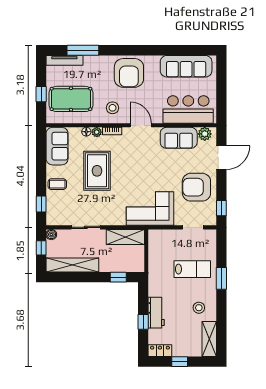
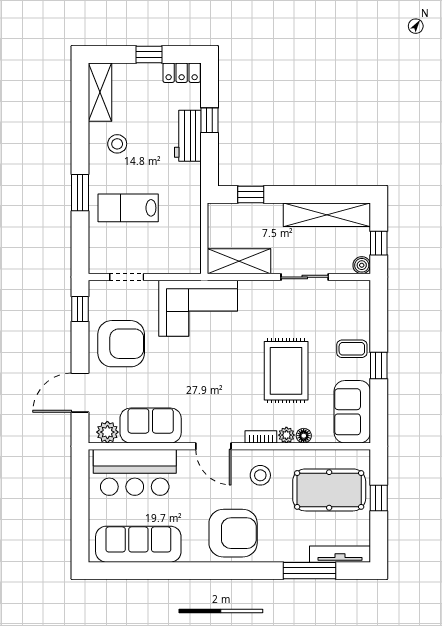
armchair: (129, 73) -> (233, 533), turned 90
window: (41, 204) -> (379, 366), moved

